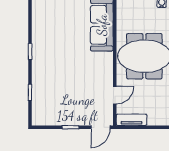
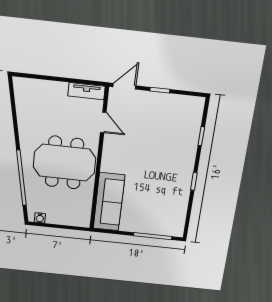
door: (115, 95) -> (103, 122), swing flipped

